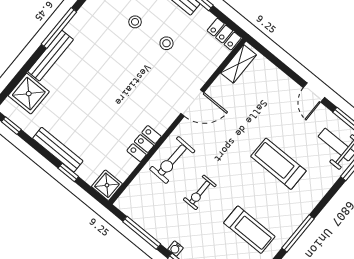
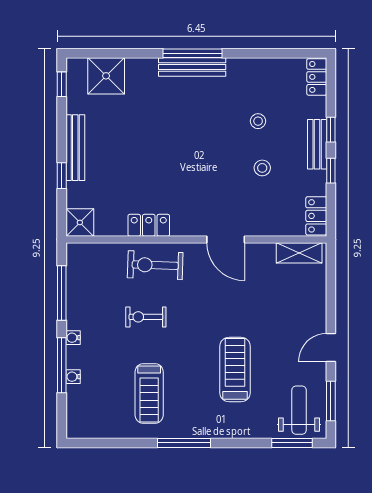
bench: (51, 56) -> (192, 67), moved

